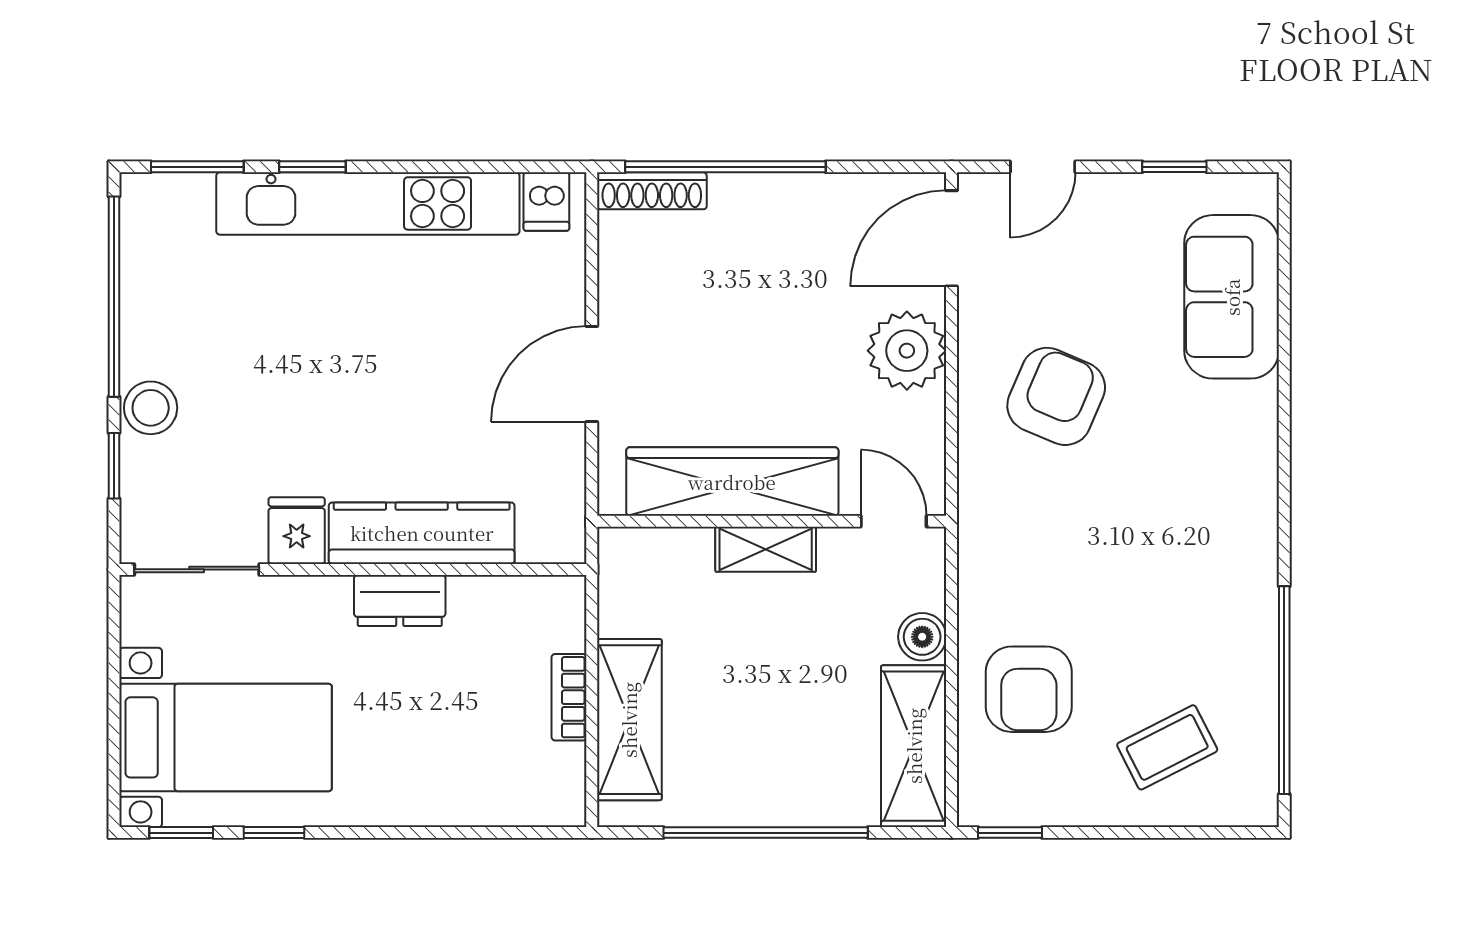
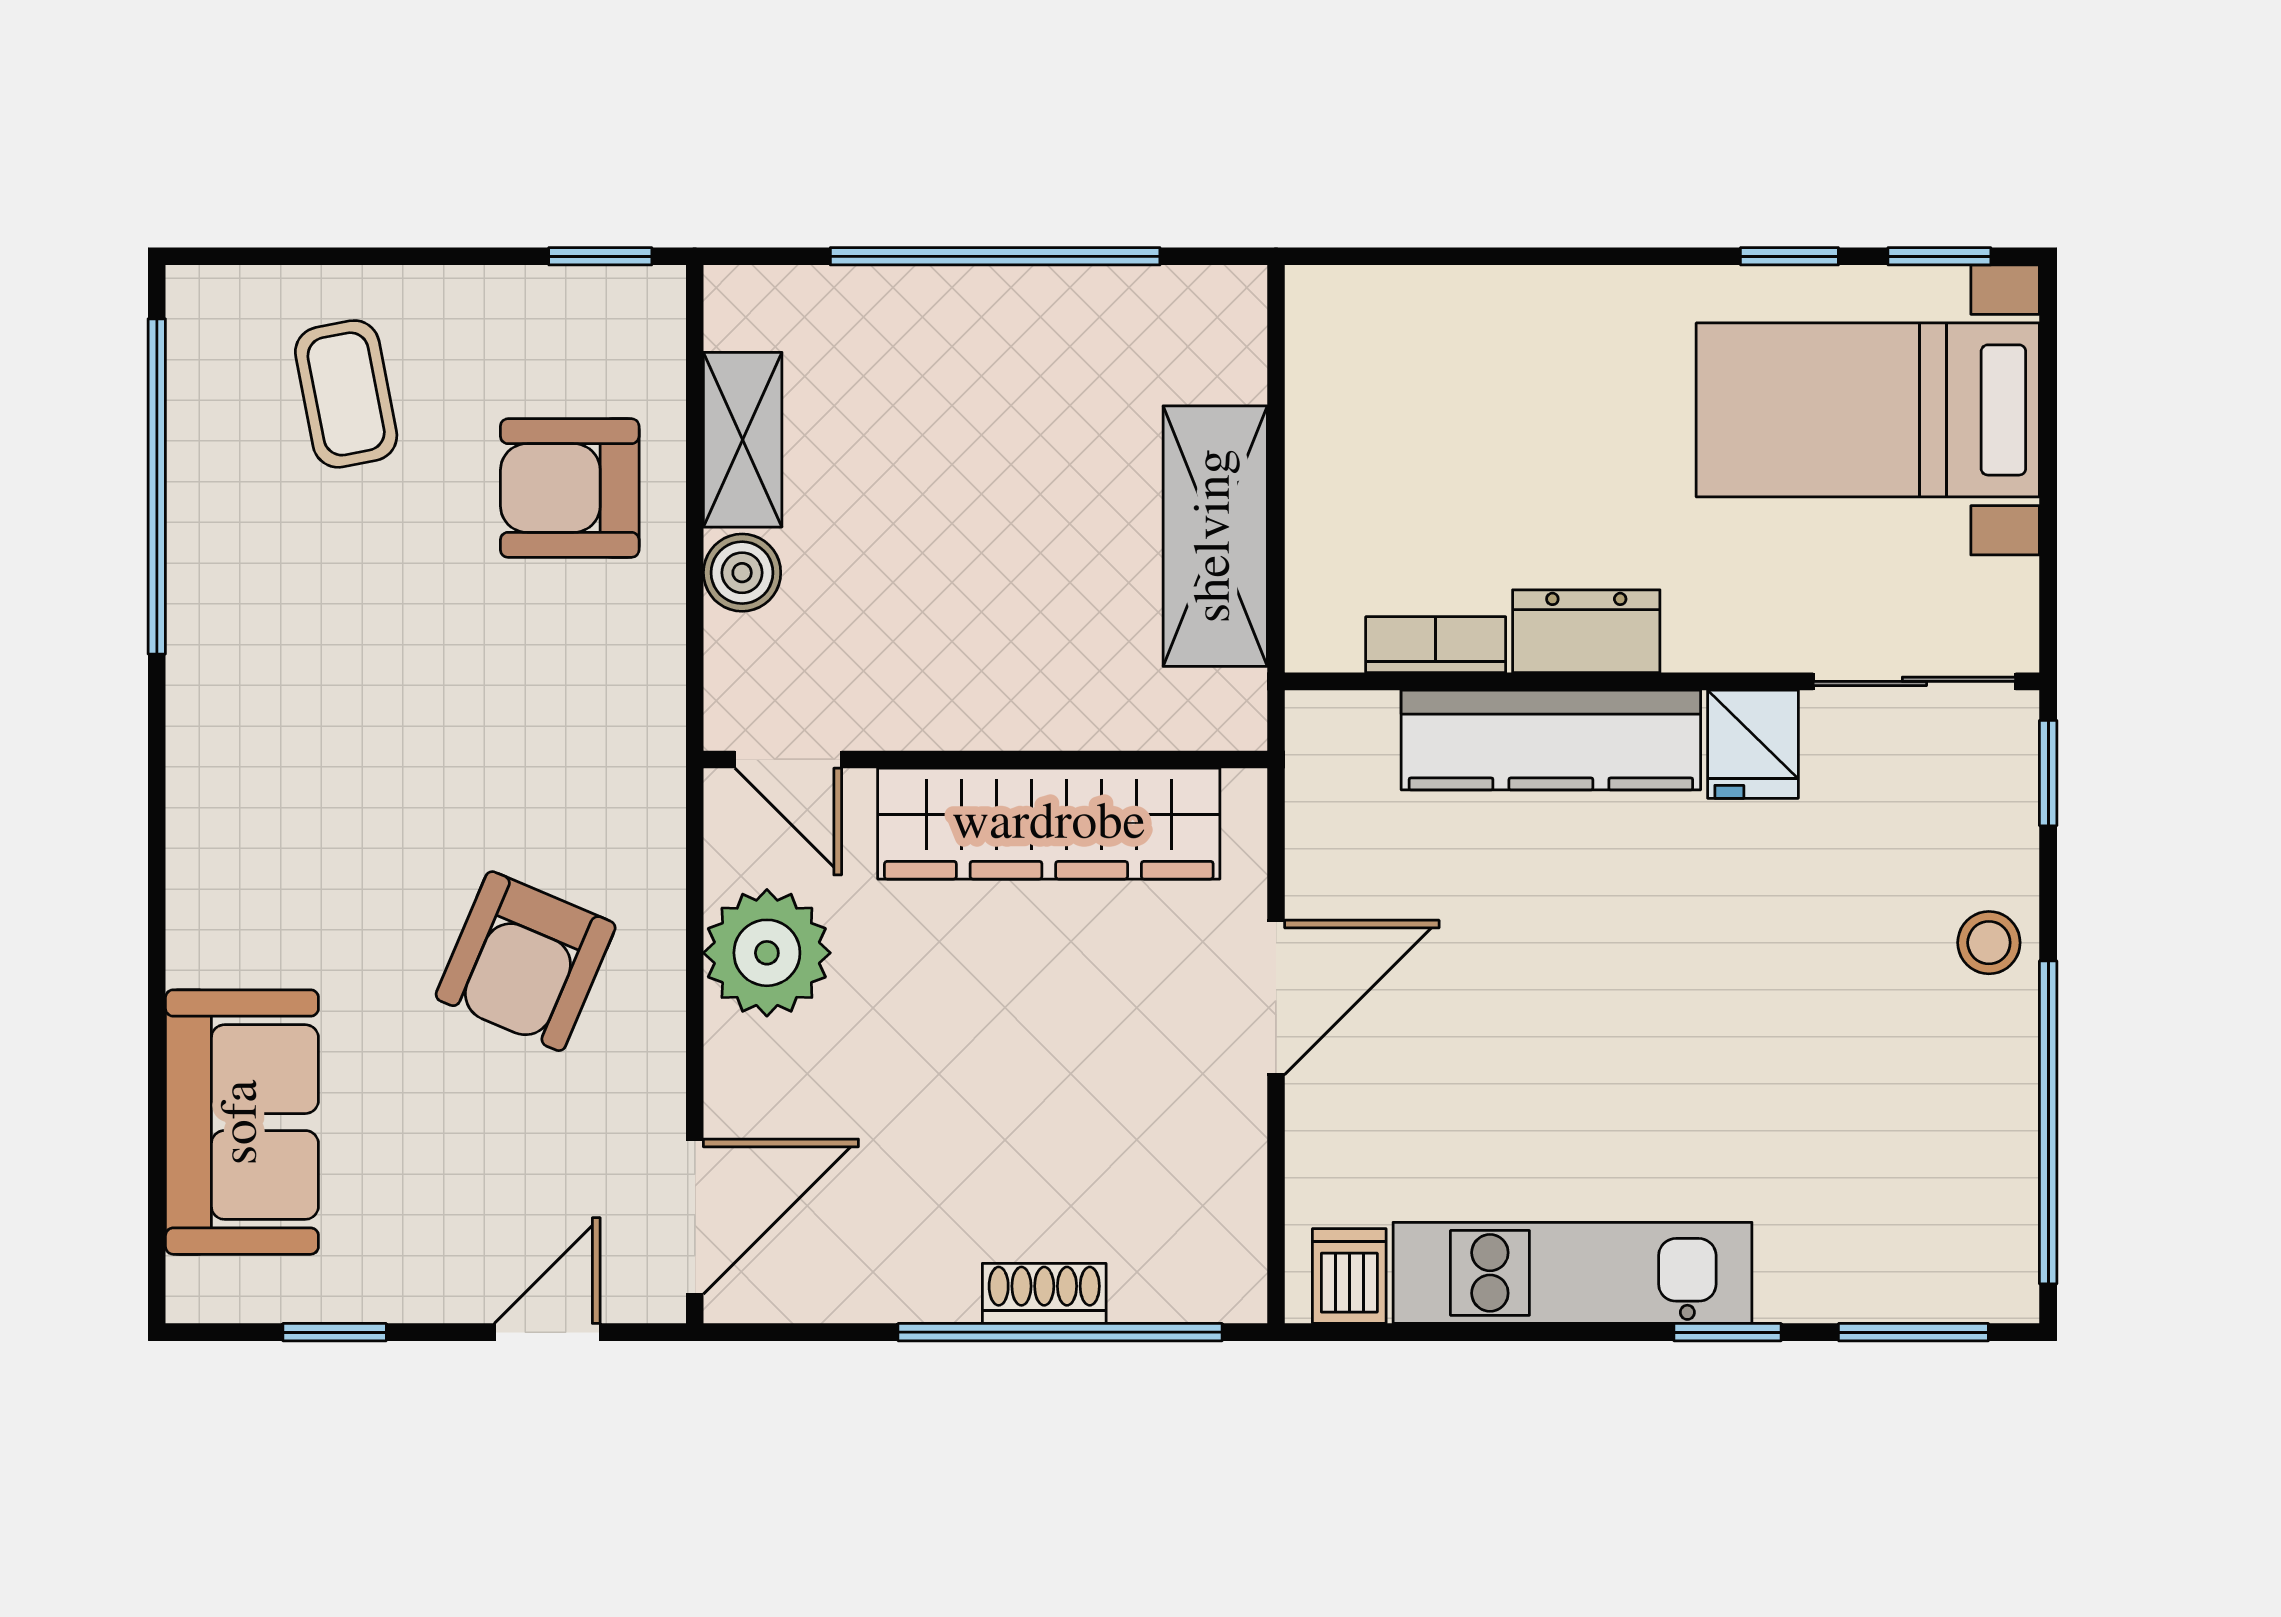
shoe rack: (652, 191) -> (1044, 1293), moved, width x0.70
kitchen unit: (368, 203) -> (1572, 1273), width x0.73
plant: (907, 351) -> (767, 953), moved
stool: (151, 408) -> (1989, 943), width x0.73, depth x0.73
window: (114, 466) -> (2048, 773), moved
shelving: (766, 549) -> (995, 714), removed
armchair: (1029, 689) -> (570, 488), turned -90
bookcase: (569, 697) -> (1436, 645), moved, turned -90
shelving: (629, 720) -> (1215, 536), moved
shelving: (914, 746) -> (743, 440), width x0.67, depth x0.75
coffee table: (1167, 747) -> (346, 394), turned -74

